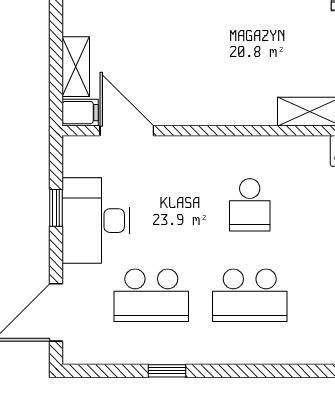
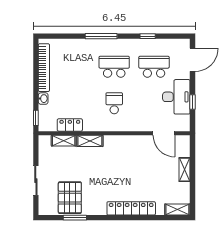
shelving: (76, 67) -> (185, 170), moved
filing cabinet: (80, 113) -> (183, 140), removed
window: (282, 371) -> (101, 36), added

